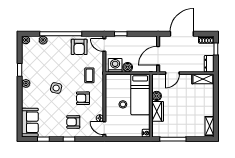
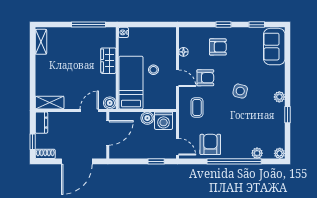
boiler: (157, 96) -> (110, 103), moved
door: (104, 128) -> (178, 78), moved

